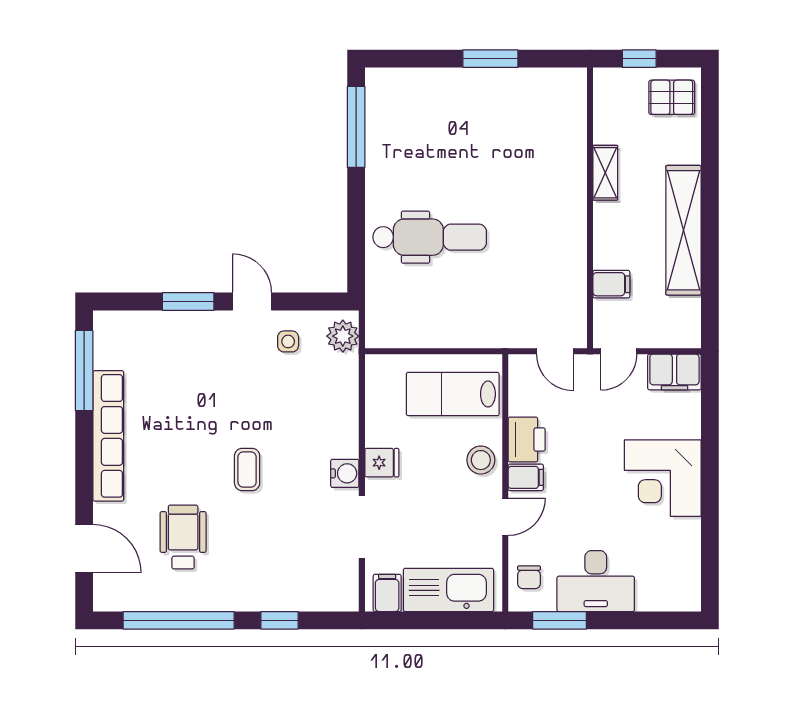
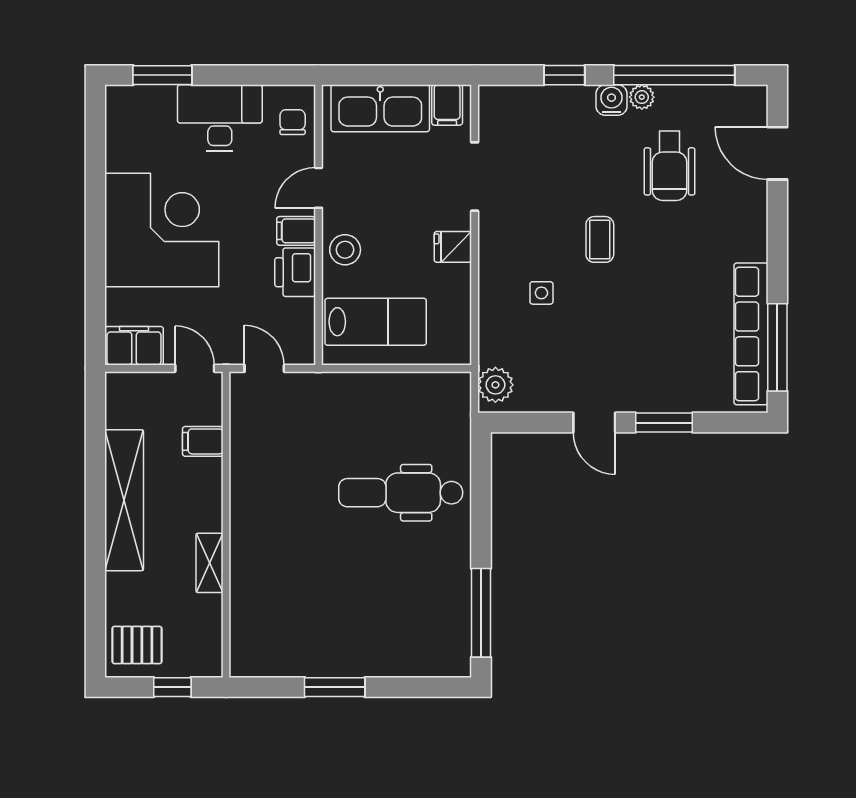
side table: (288, 341) -> (541, 293), moved
door: (619, 351) -> (195, 368), hinge flipped
row of seats: (108, 436) -> (751, 334), moved
water cooler: (345, 473) -> (611, 100), moved, turned 90
corner desk: (663, 478) -> (162, 230), width x1.36, depth x1.36
plant: (208, 600) -> (642, 97), added
window: (560, 620) -> (162, 75), moved

